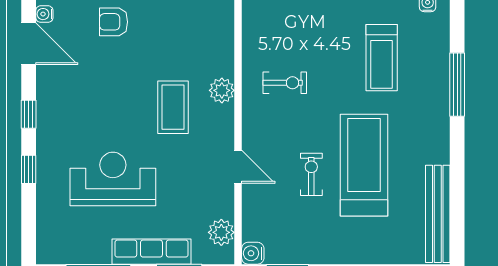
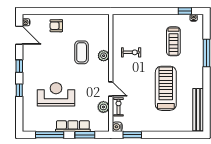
coffee table: (173, 107) -> (82, 52), moved
exercise bike: (311, 174) -> (119, 107), moved
plant: (221, 232) -> (103, 107), moved

